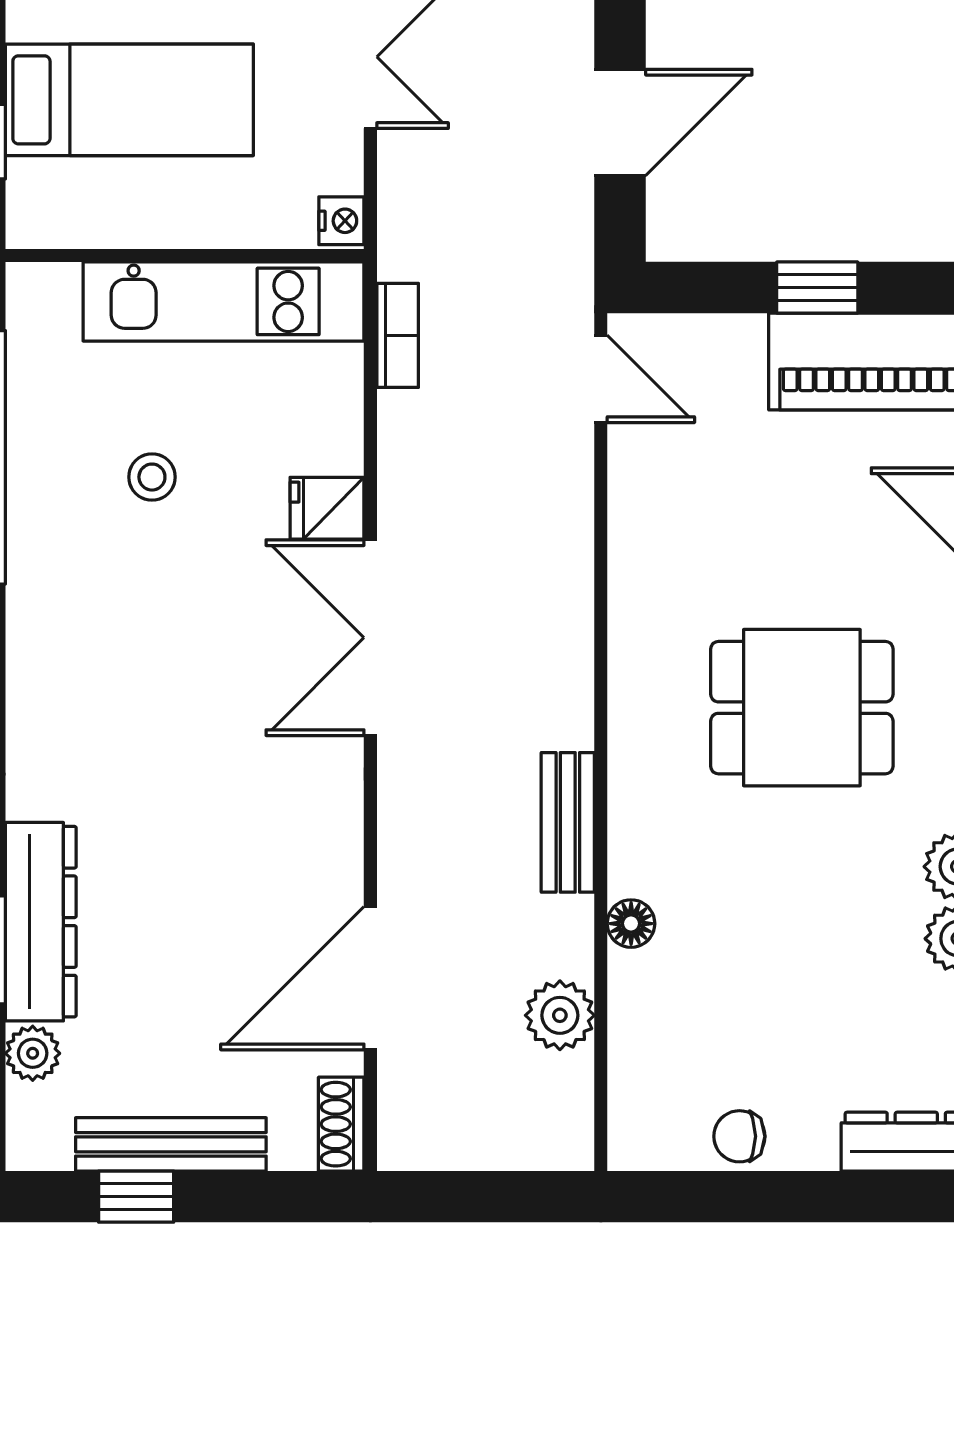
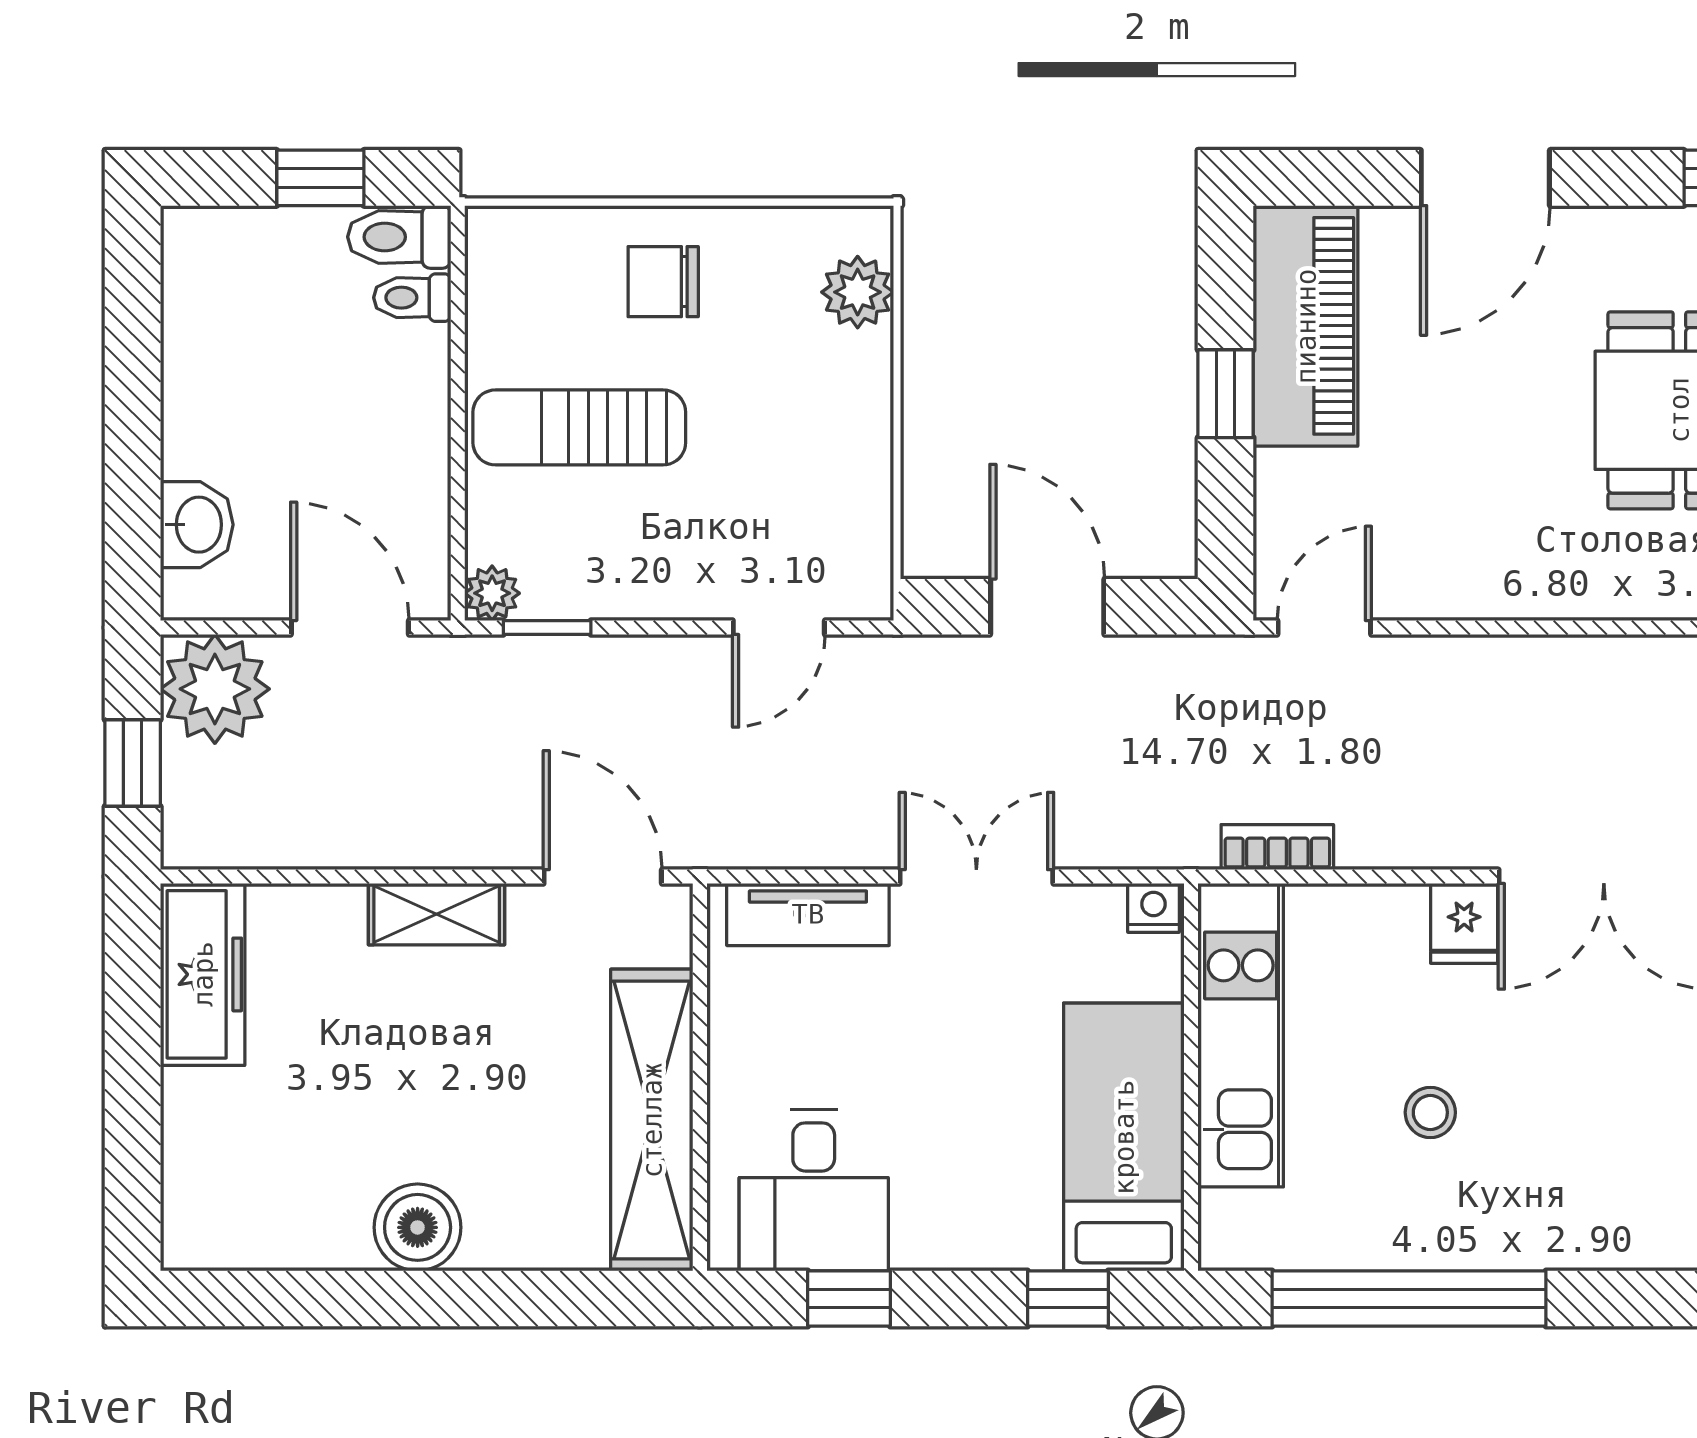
bed: (129, 100) -> (1124, 1137), moved

